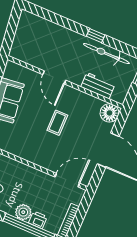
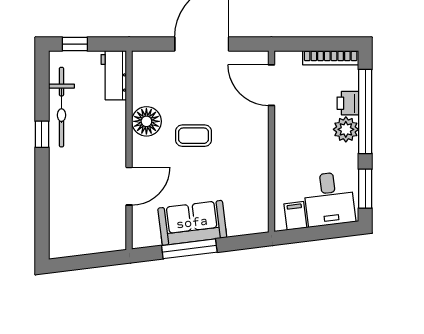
door: (54, 77) -> (129, 186), moved
workbench: (98, 86) -> (114, 75), moved
floor lamp: (109, 113) -> (146, 121), moved

